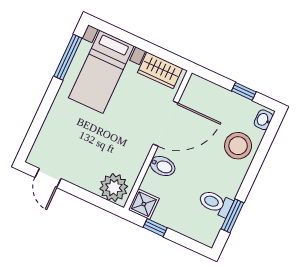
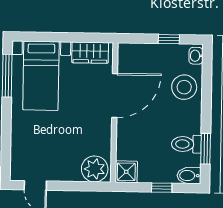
bidet: (163, 166) -> (189, 176), moved, turned 180
window: (155, 228) -> (162, 188), moved

